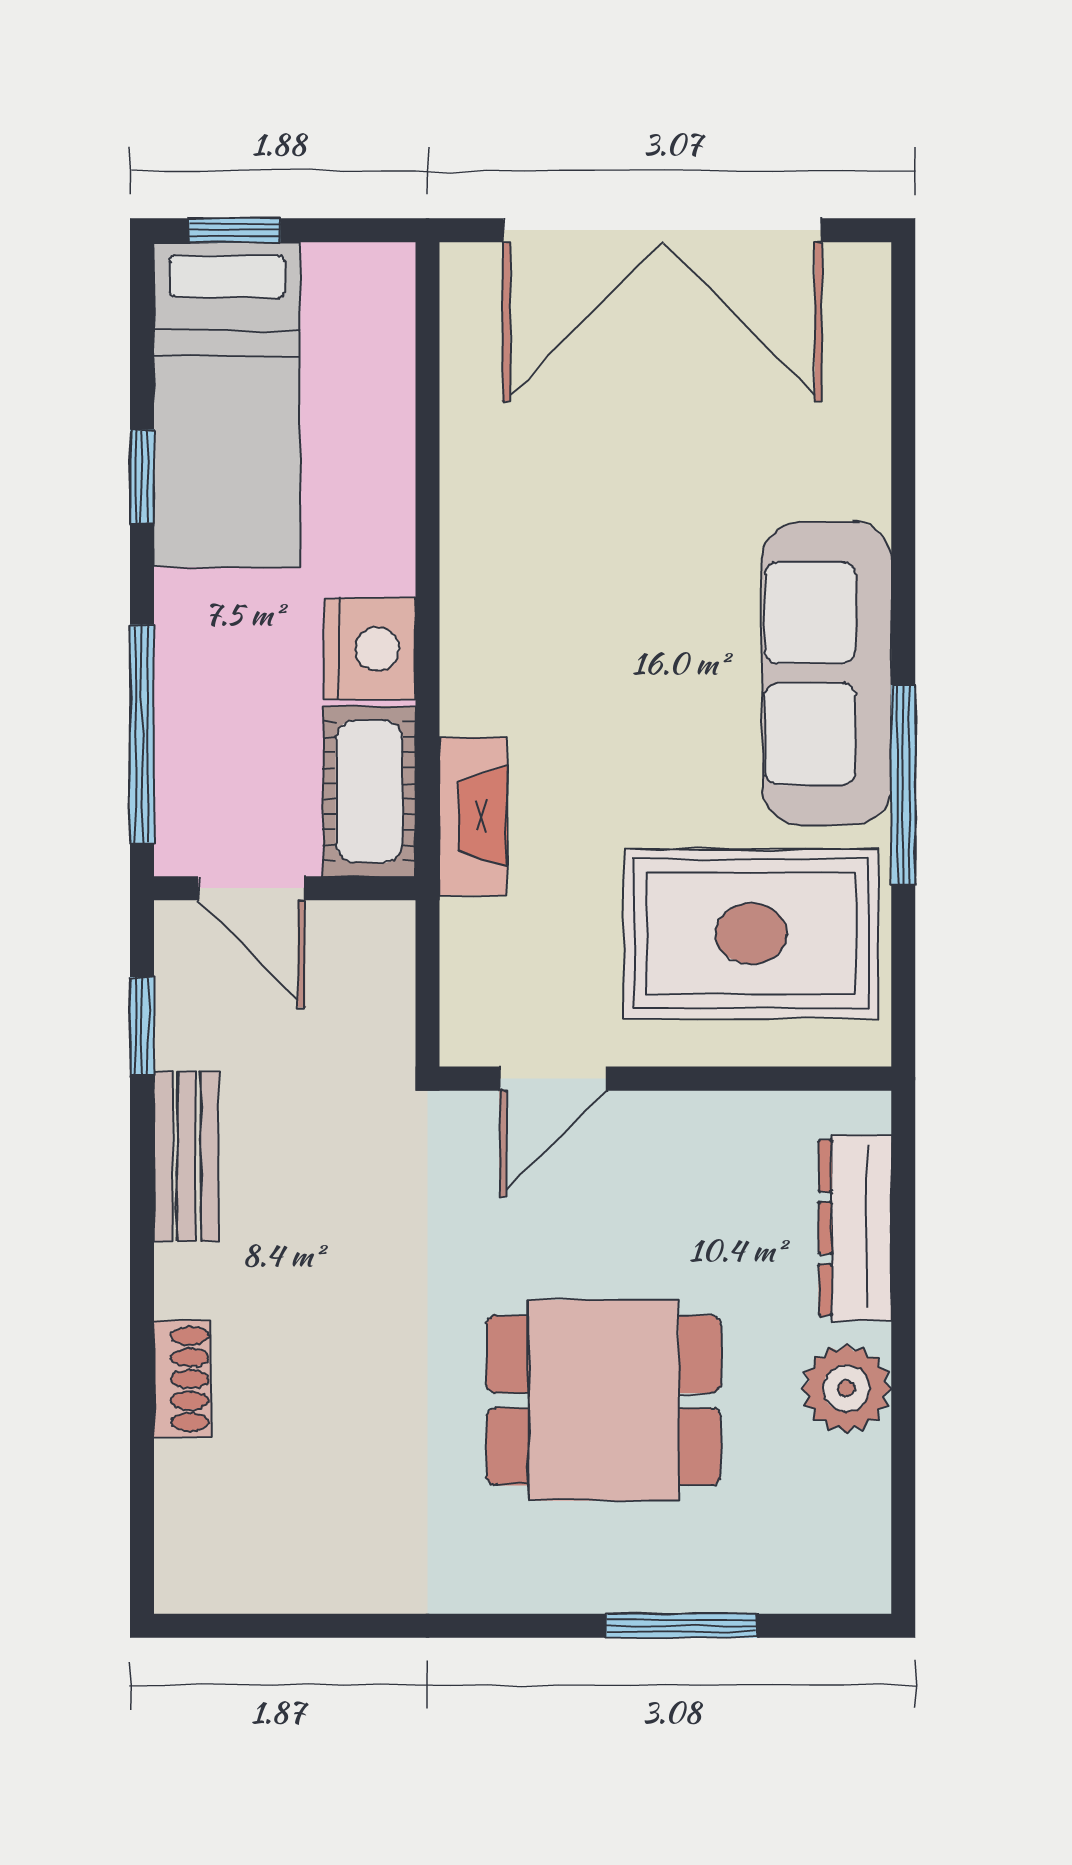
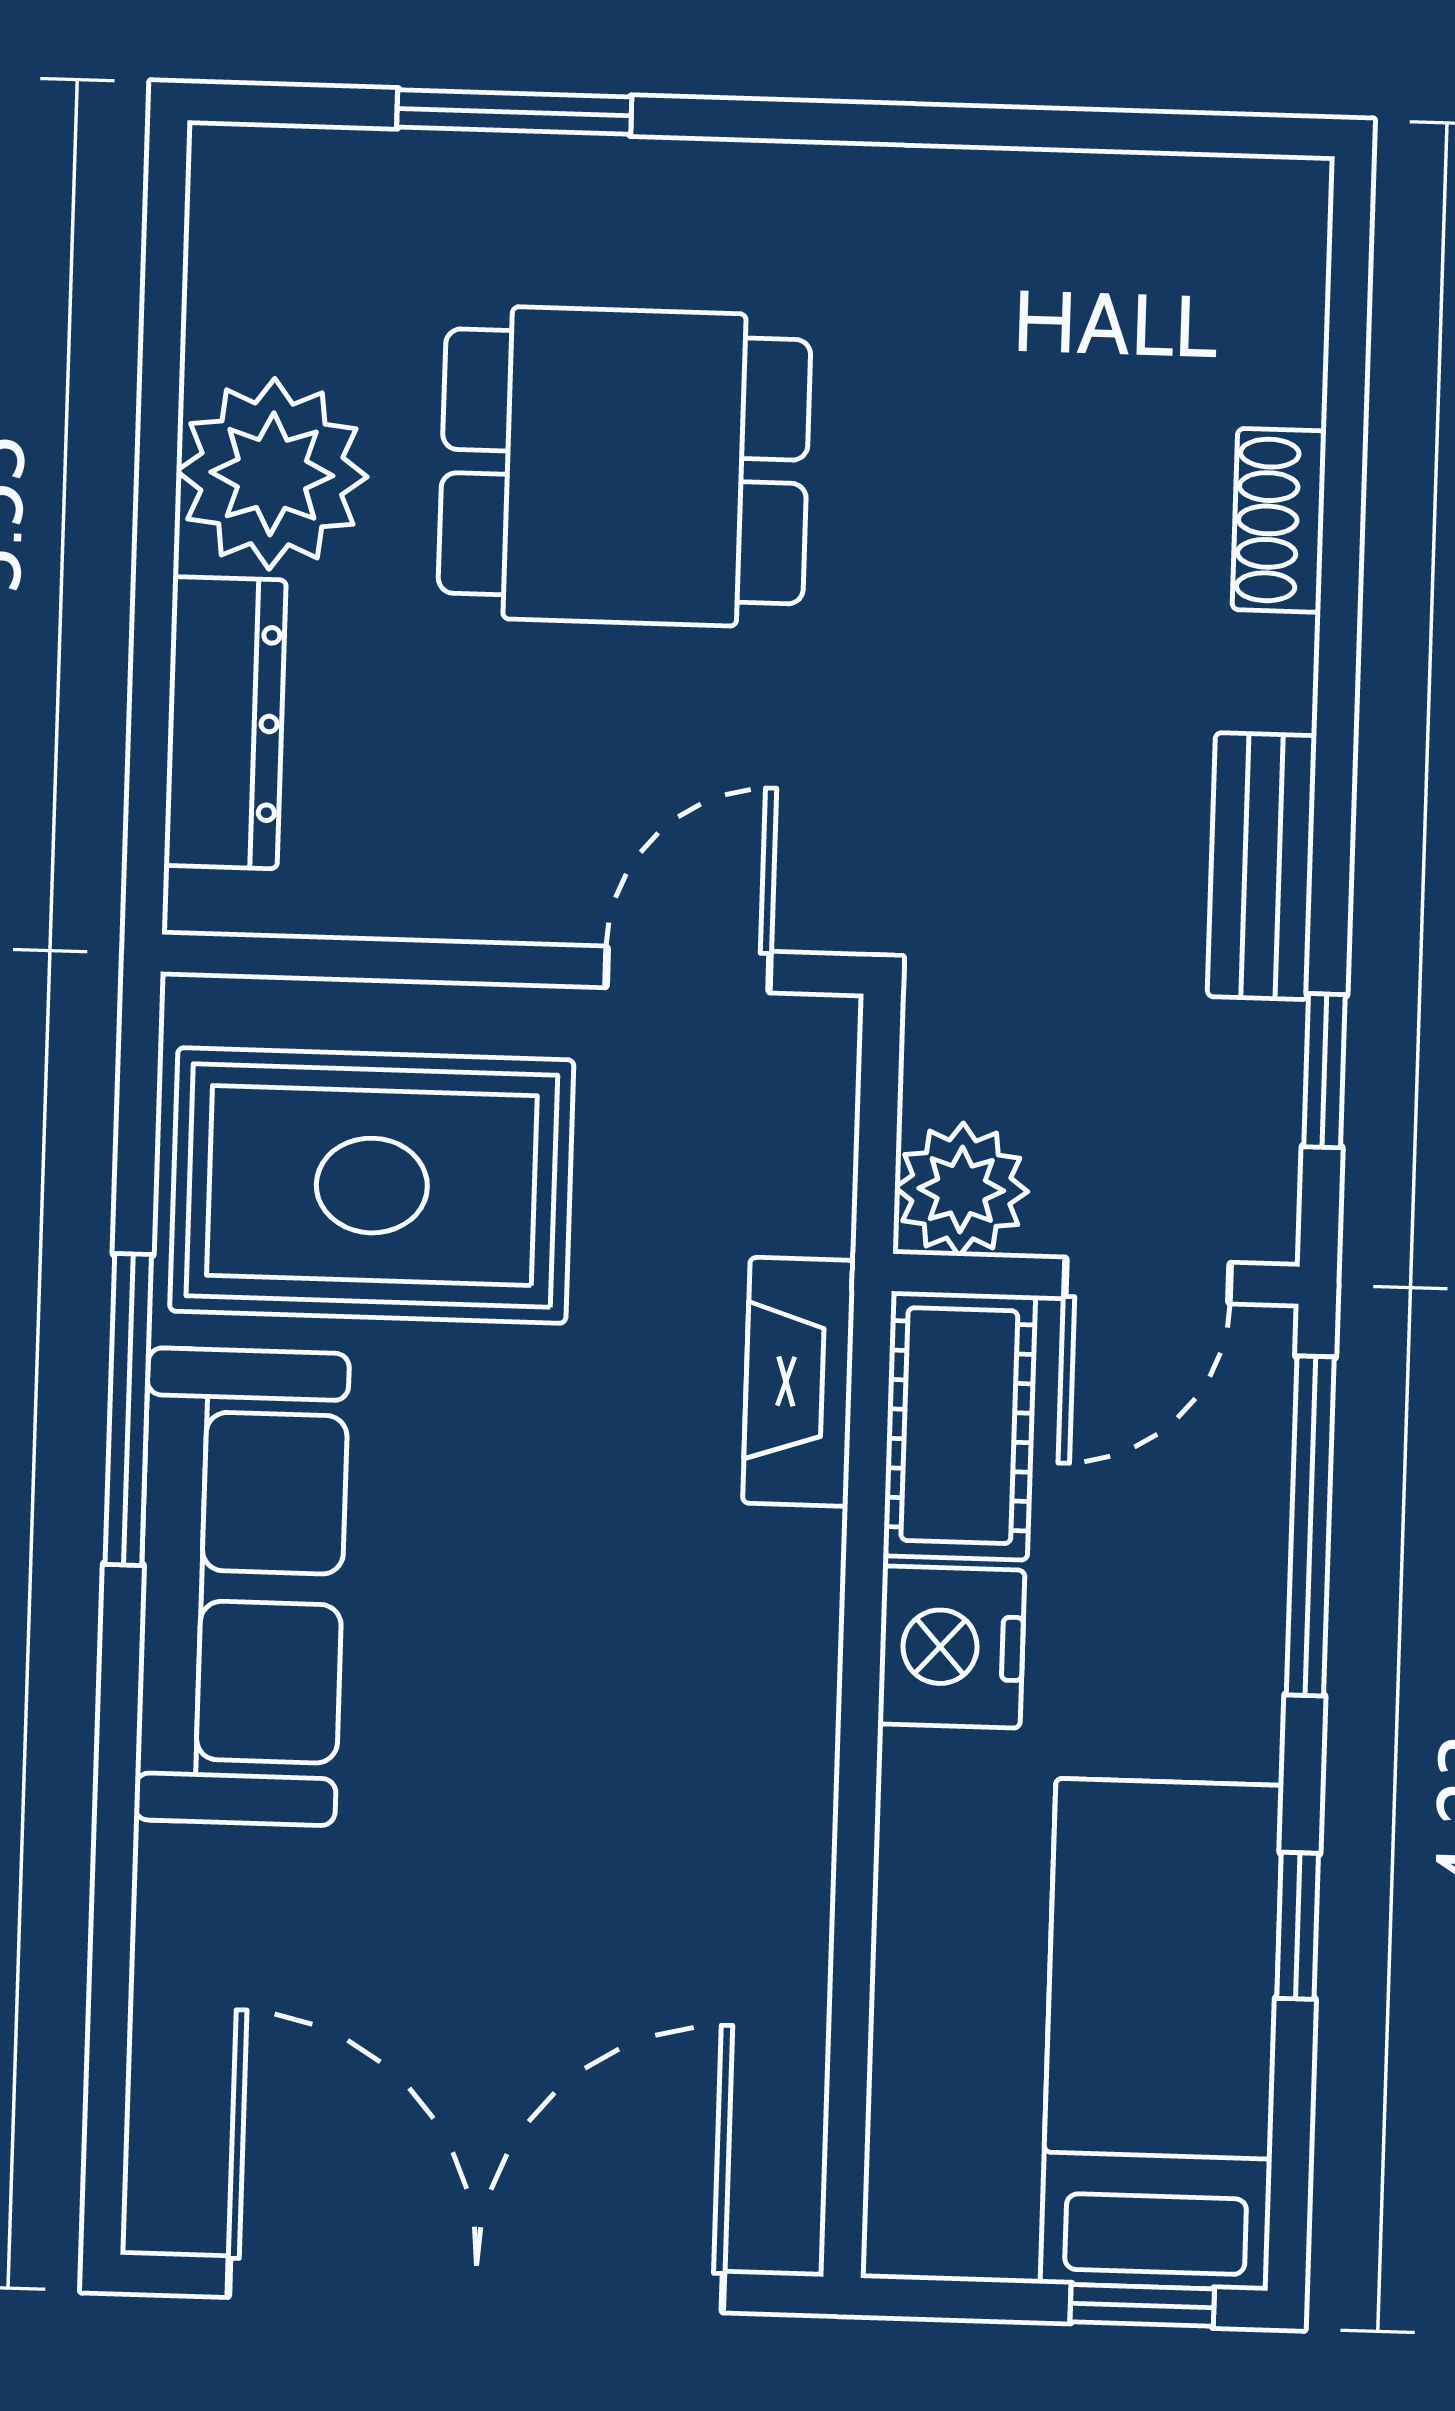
door: (251, 888) -> (1147, 1280), swing flipped
plant: (373, 943) -> (961, 1189), added
plant: (846, 1389) -> (272, 474), width x1.36, depth x1.36

